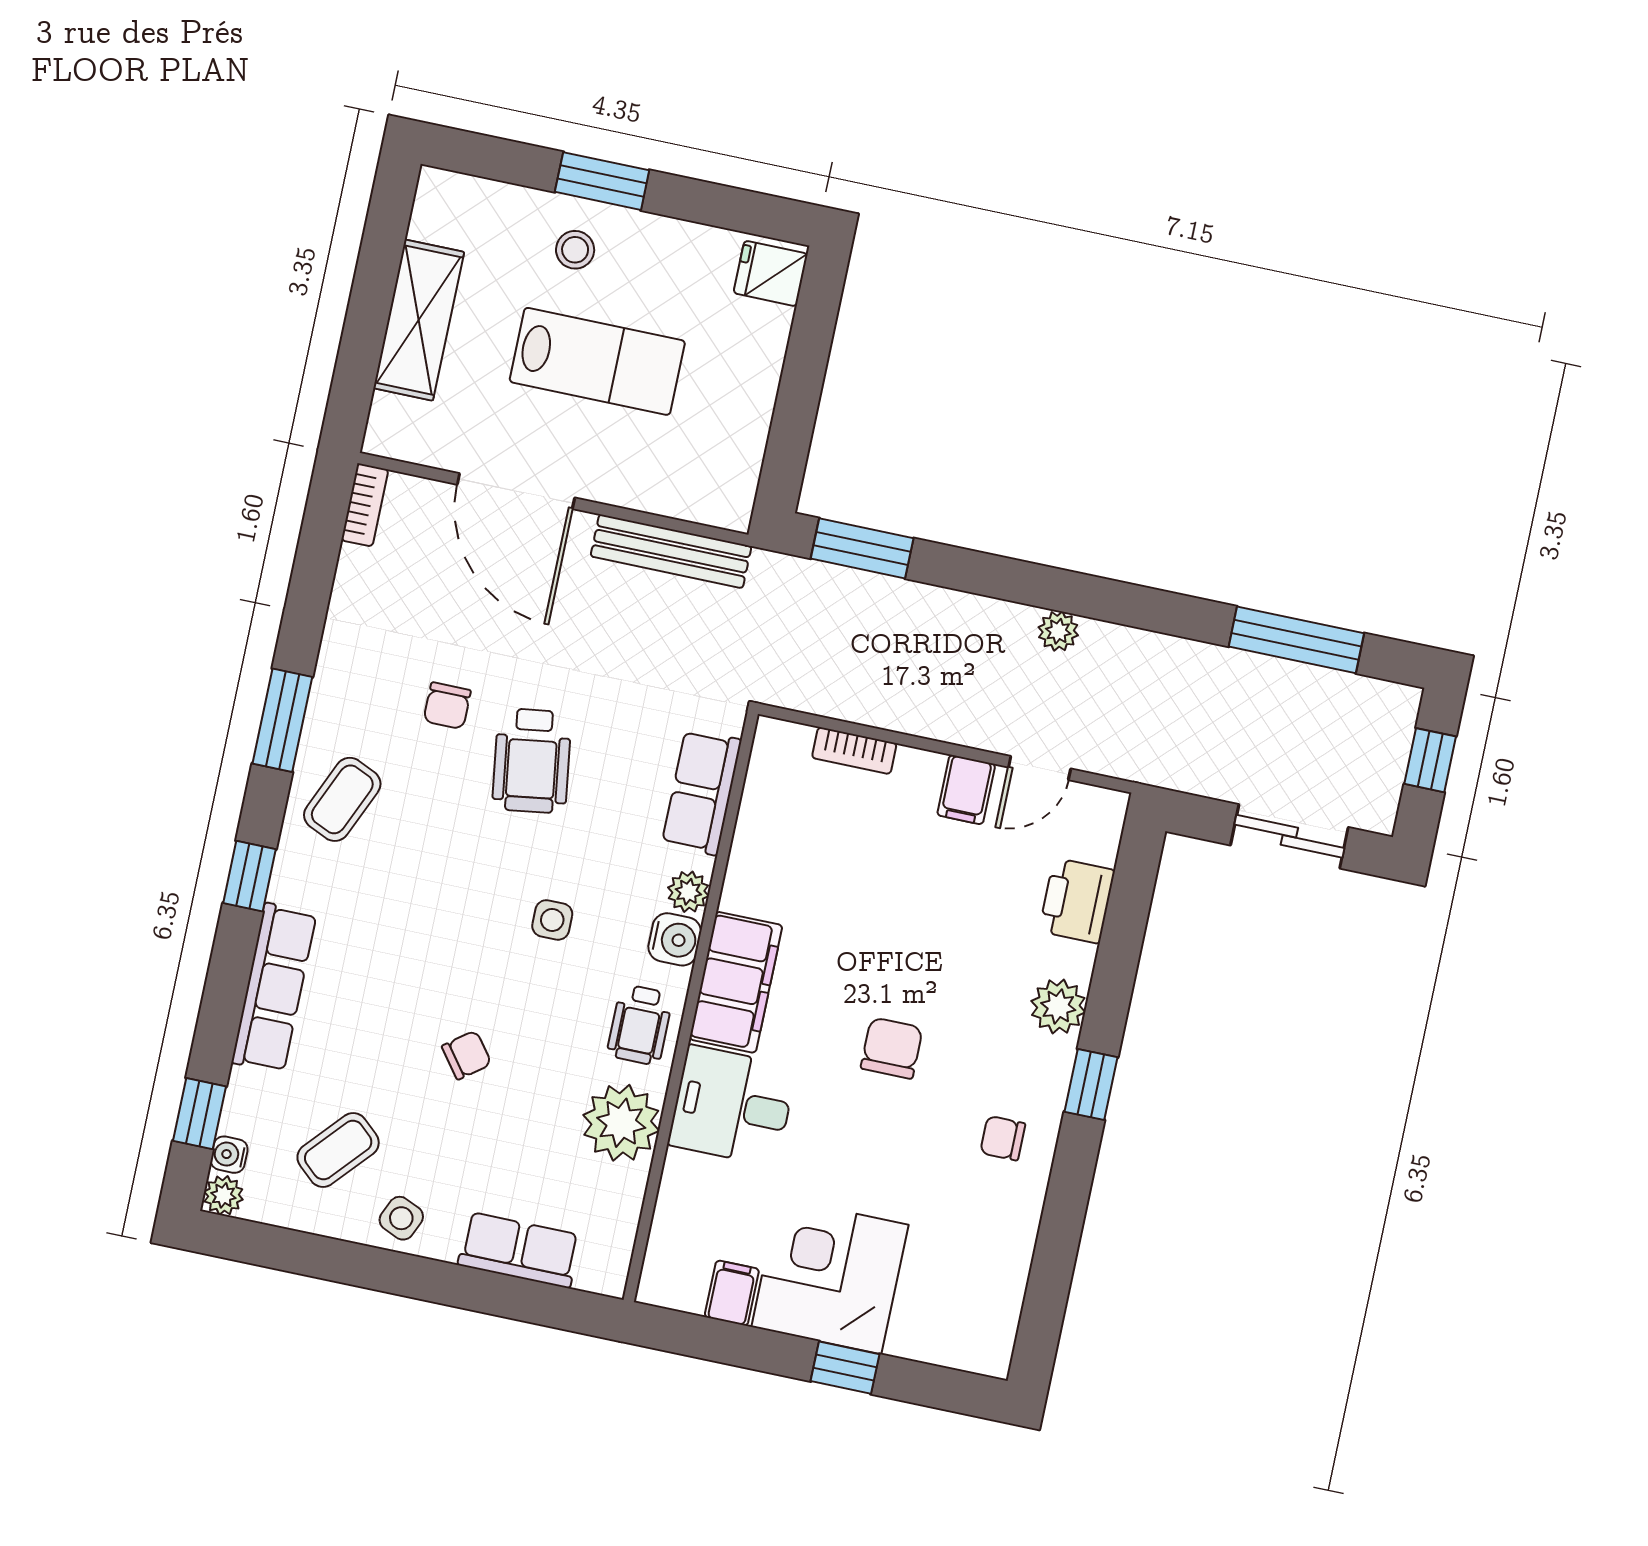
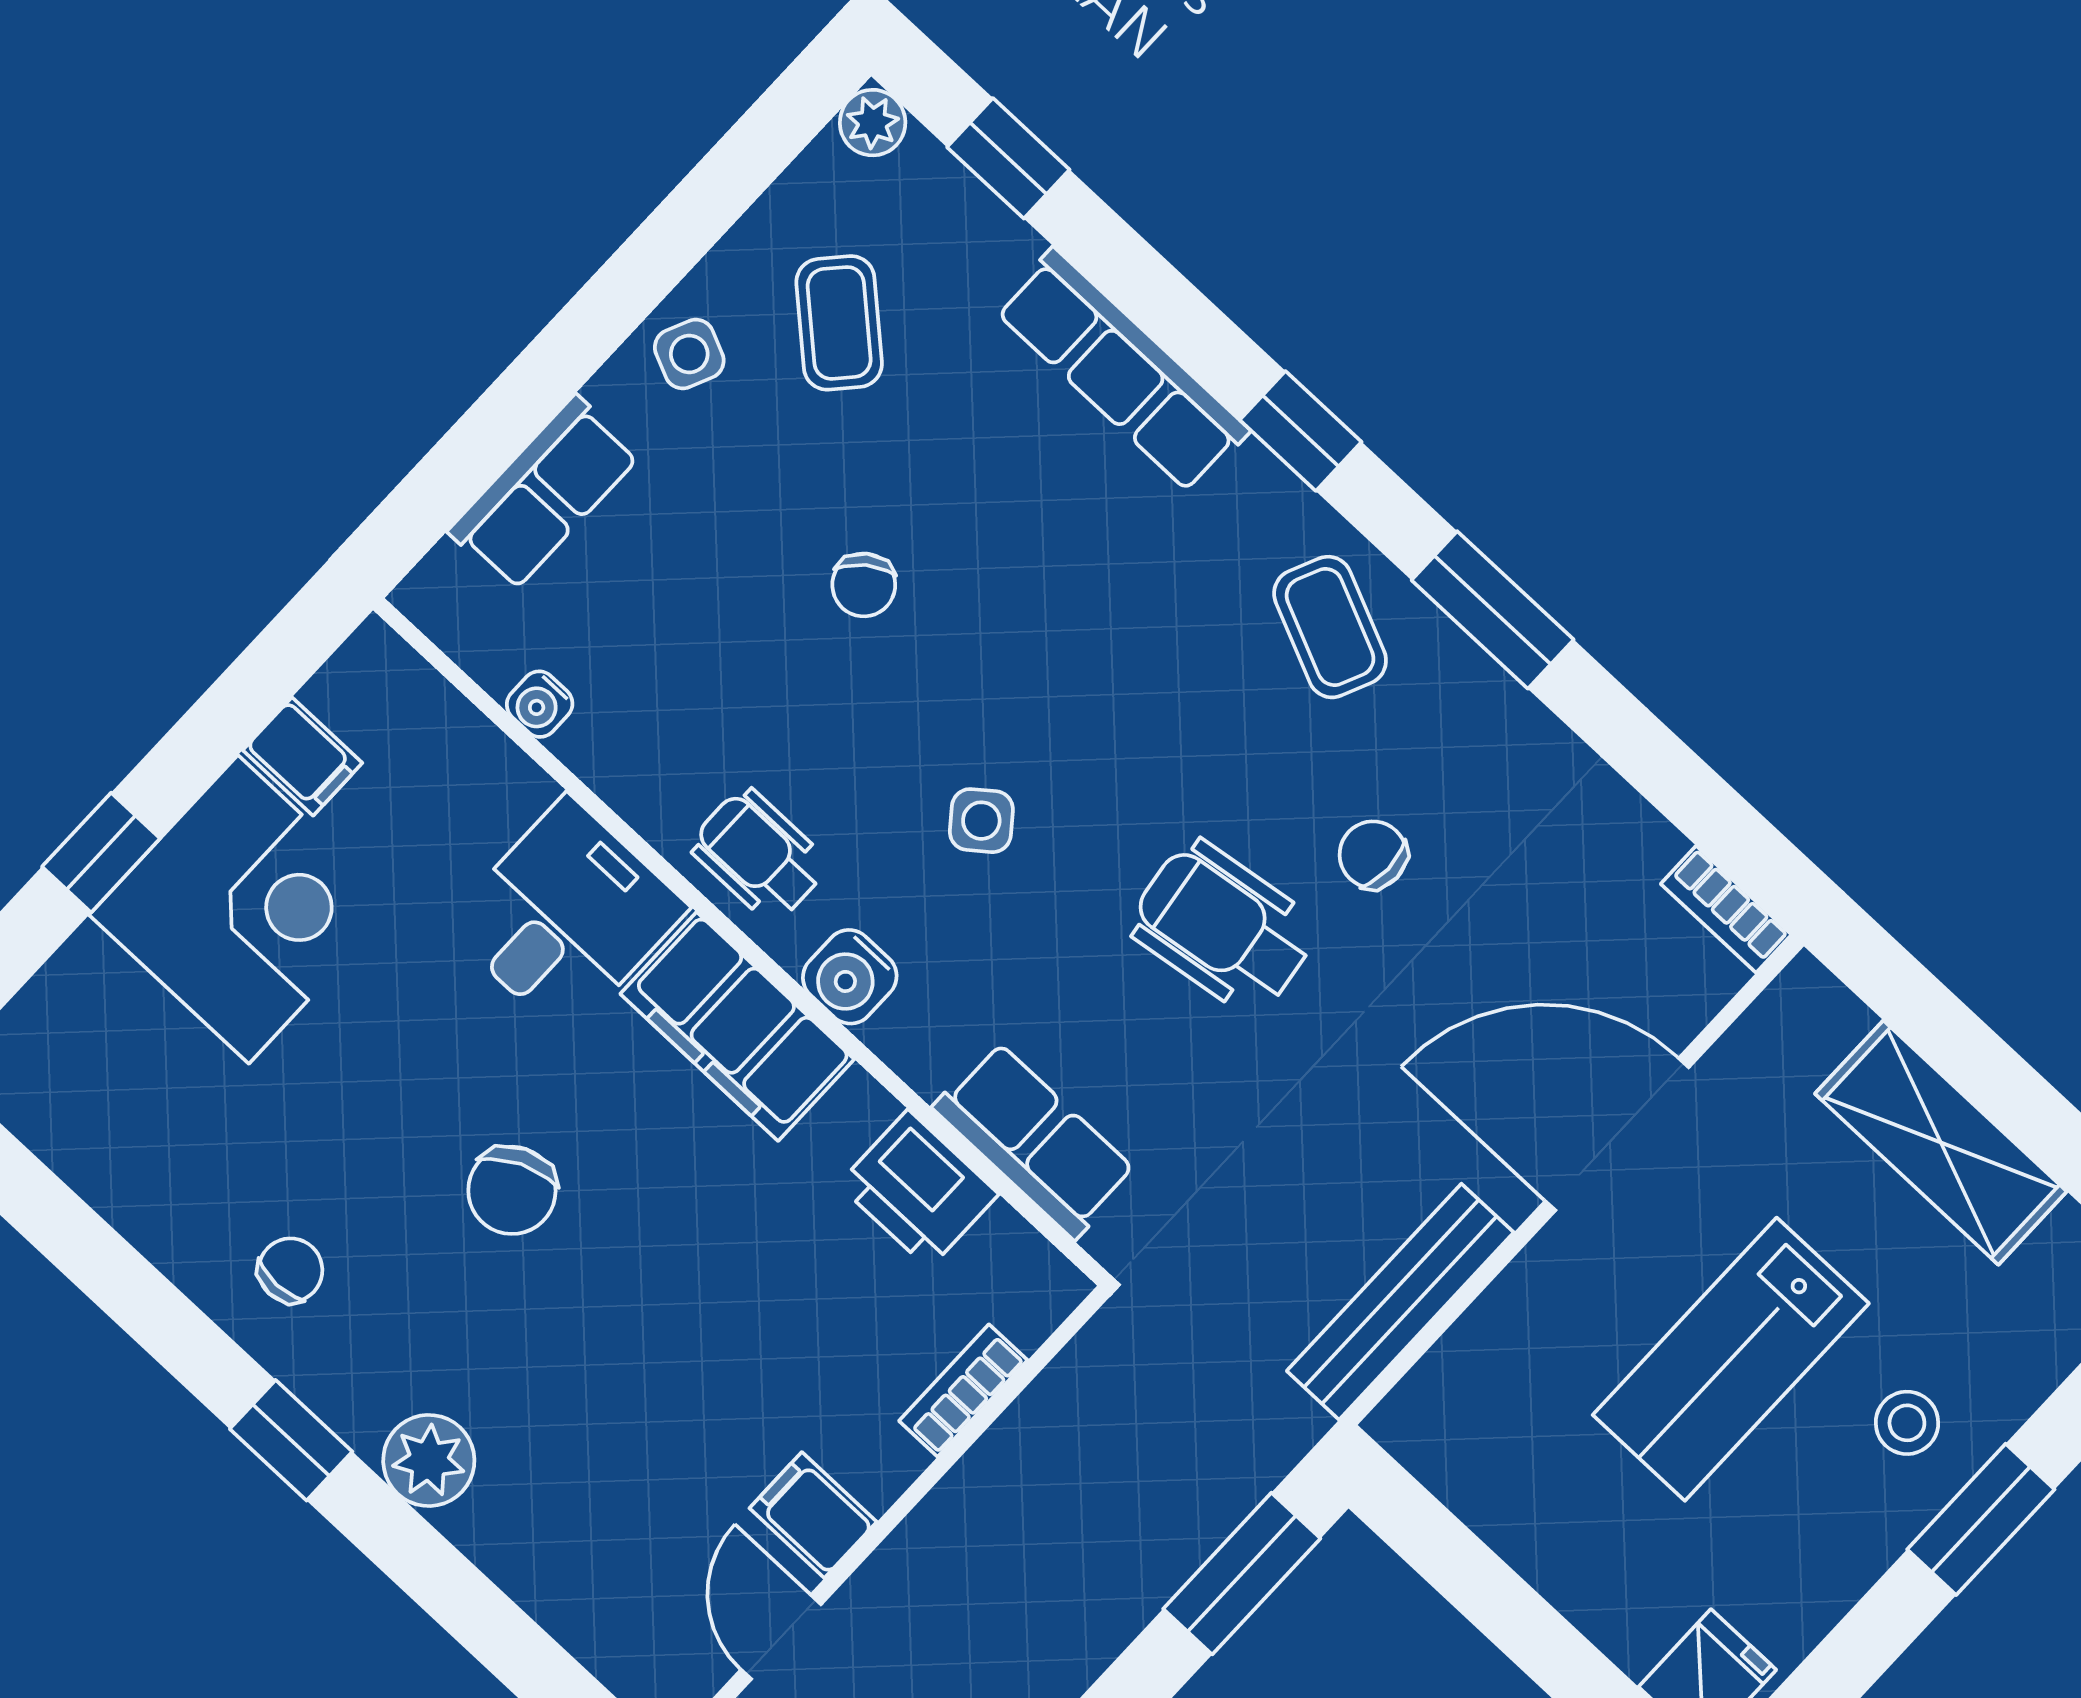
plant: (688, 892) -> (905, 1037), removed
printer: (1077, 901) -> (918, 1189), moved, turned 180
side table: (552, 920) -> (981, 821), turned -38
chair: (892, 1048) -> (512, 1190), turned 66
plant: (621, 1123) -> (637, 745), removed
water cooler: (229, 1155) -> (540, 704), moved, turned 180

